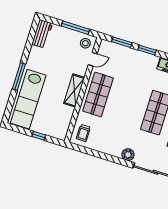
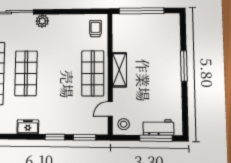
window: (75, 28) -> (156, 138), moved
workbench: (42, 34) -> (158, 127), moved, turned 90
lab bench: (28, 99) -> (166, 45), removed
window: (39, 136) -> (142, 11), width x3.17

